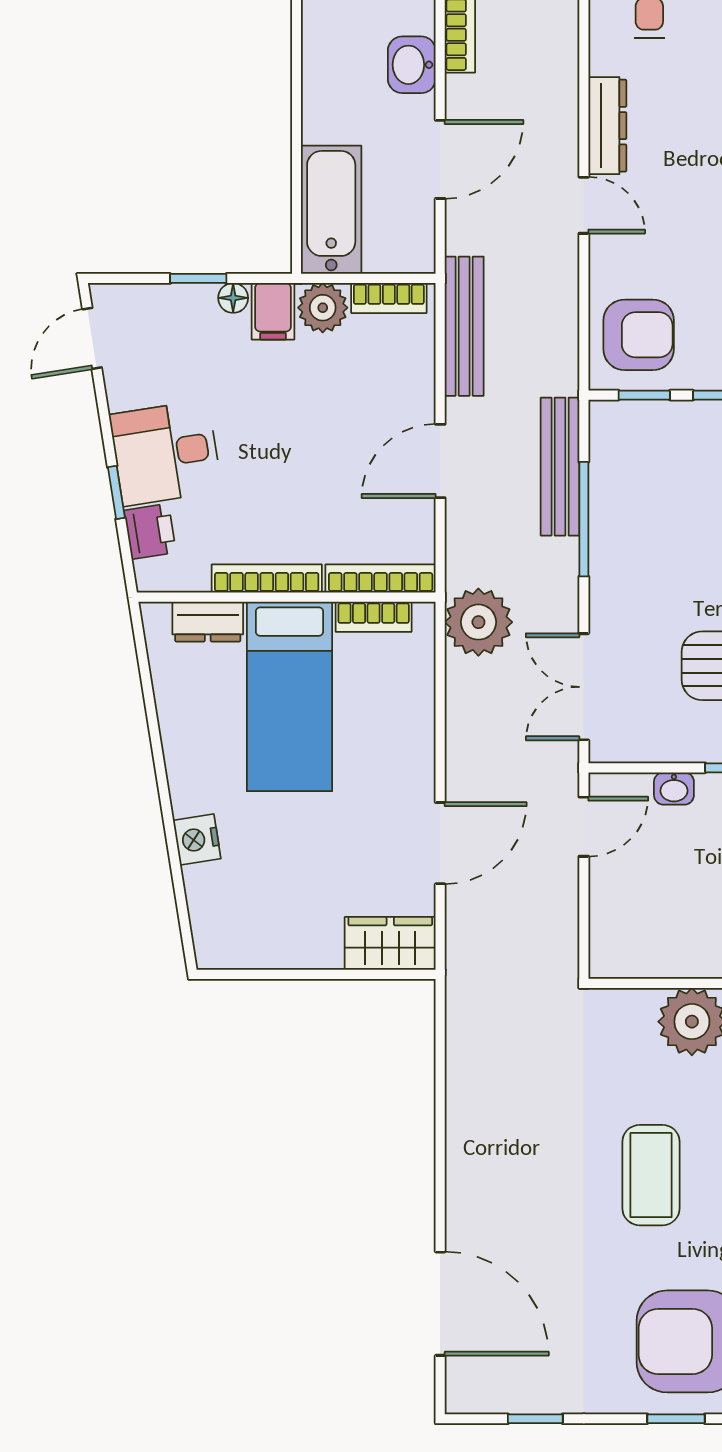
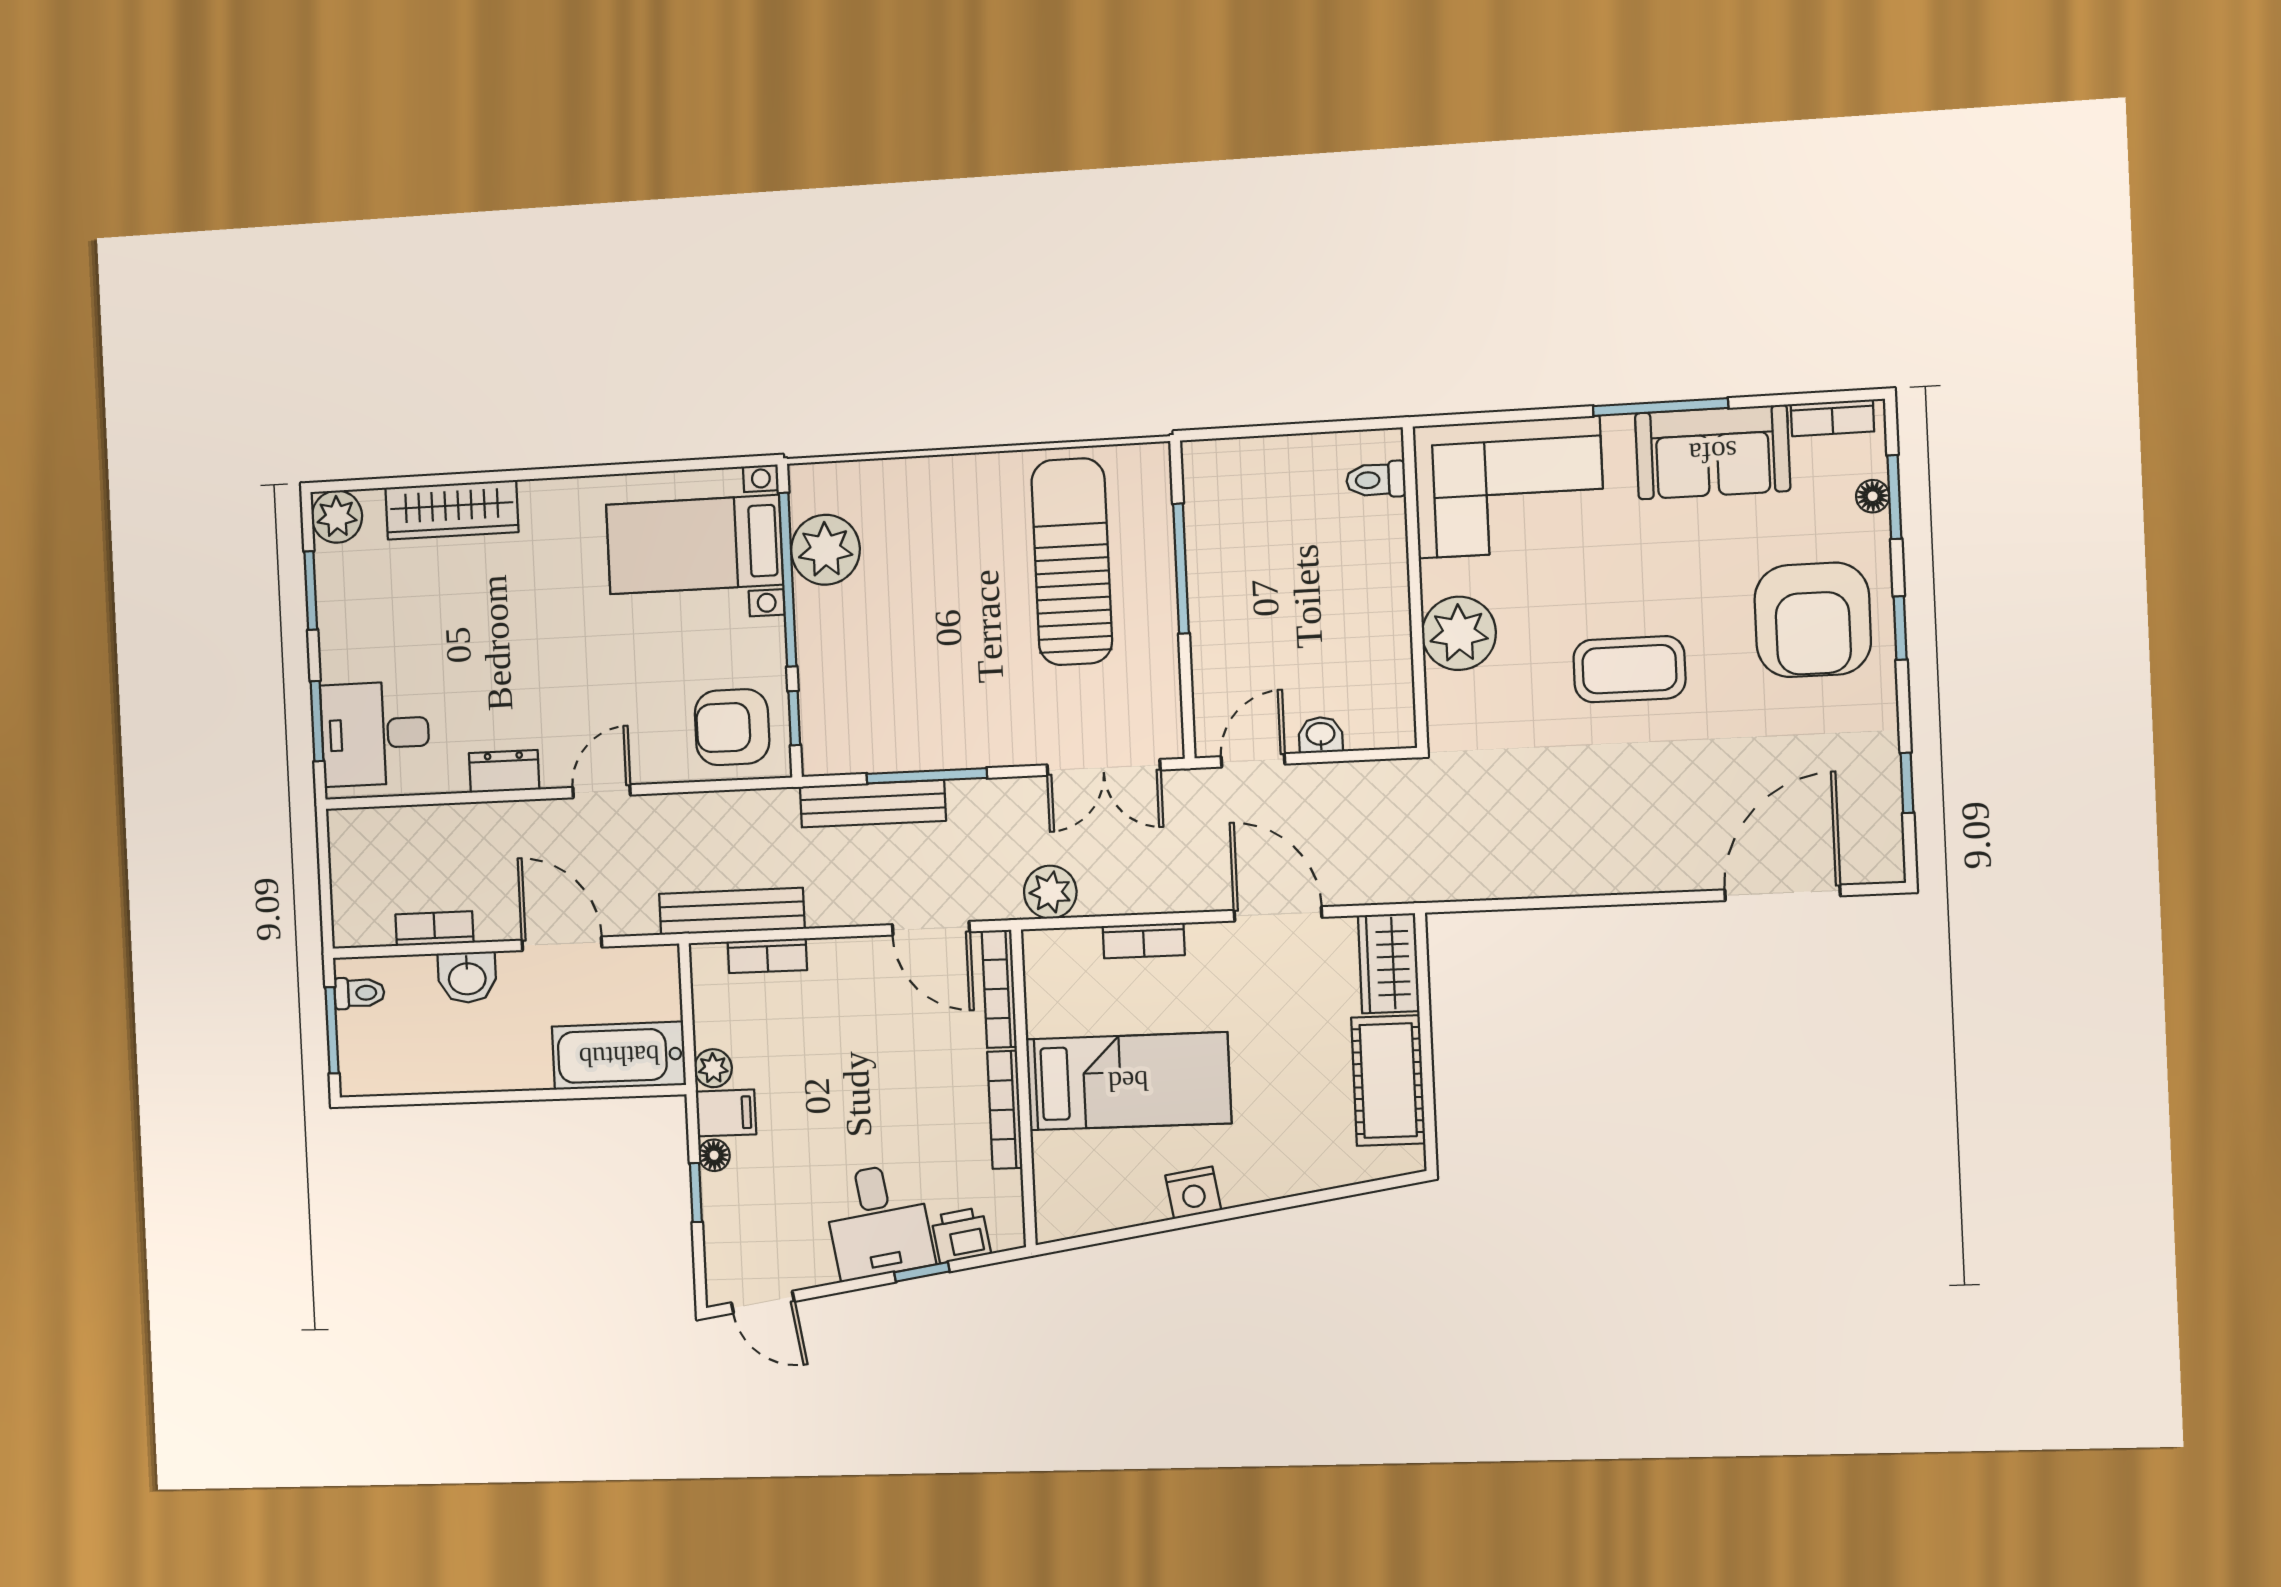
dresser: (607, 126) -> (504, 771), width x0.70
bookcase: (389, 298) -> (767, 956), moved, turned 90
plant: (323, 308) -> (713, 1068), width x0.73, depth x0.73
armchair: (639, 335) -> (732, 727), turned -90
door: (440, 461) -> (931, 928), moved
bookcase: (374, 617) -> (1144, 941), moved, turned 90
dresser: (208, 622) -> (1053, 1171), removed
plant: (478, 622) -> (1050, 892), width x0.73, depth x0.73
washbasin: (674, 788) -> (1321, 735), moved, turned -90
door: (584, 827) -> (1253, 760), hinge flipped
nightstand: (197, 839) -> (1193, 1193), moved
cot: (282, 938) -> (1388, 1081), added

